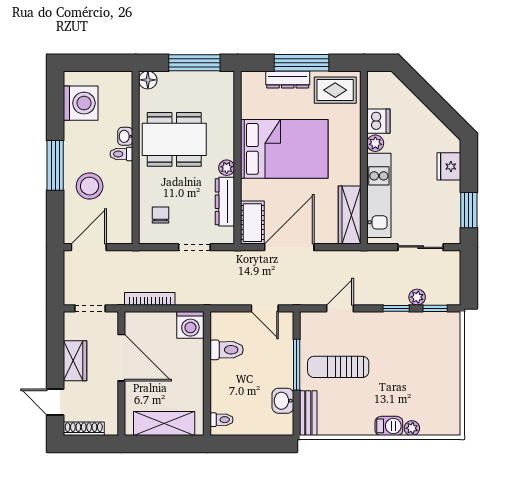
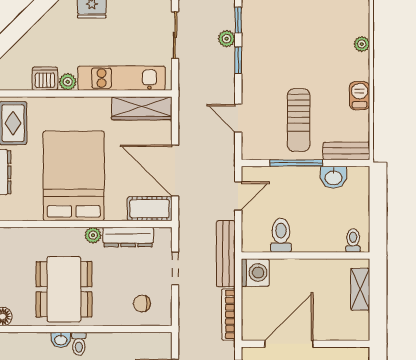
bench: (209, 296) -> (226, 254), added
shelving: (164, 423) -> (360, 289), width x0.67, depth x0.75
barbecue: (389, 426) -> (360, 96), moved

